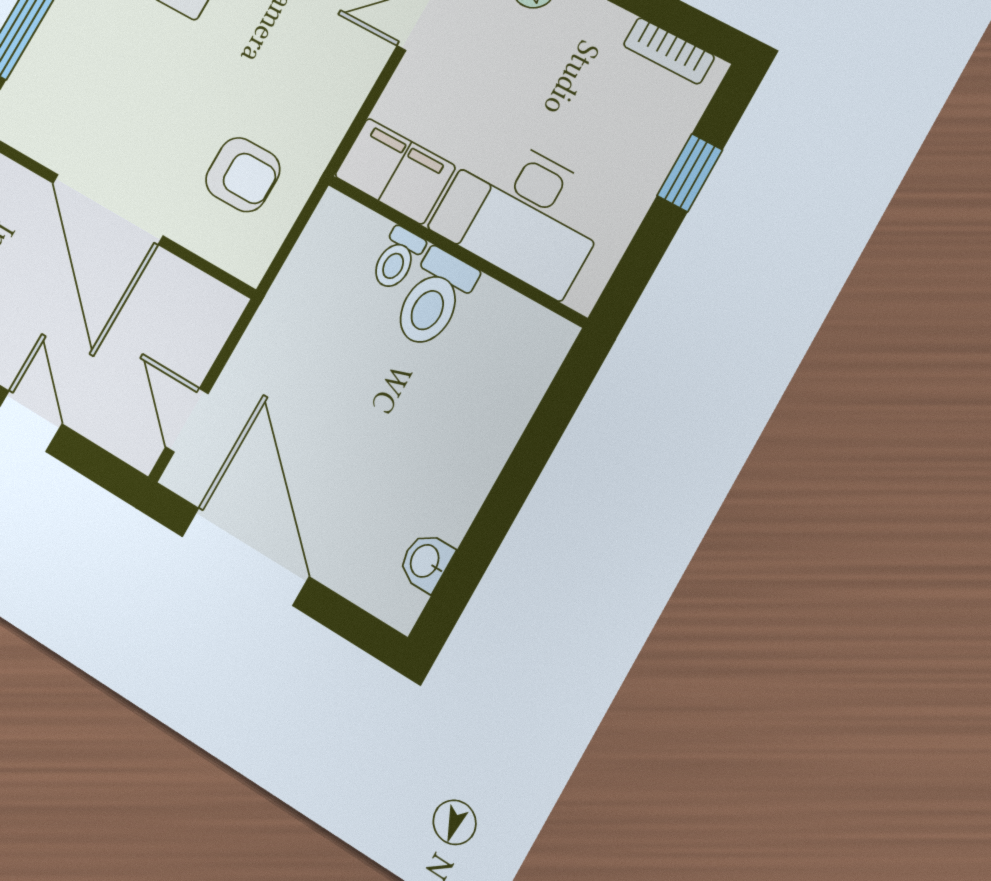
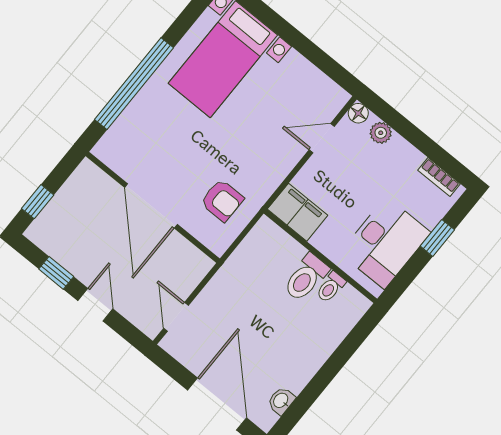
desk: (523, 213) -> (385, 243), moved, turned -90
toilet: (397, 259) -> (331, 287), moved
door: (245, 557) -> (217, 404), moved

